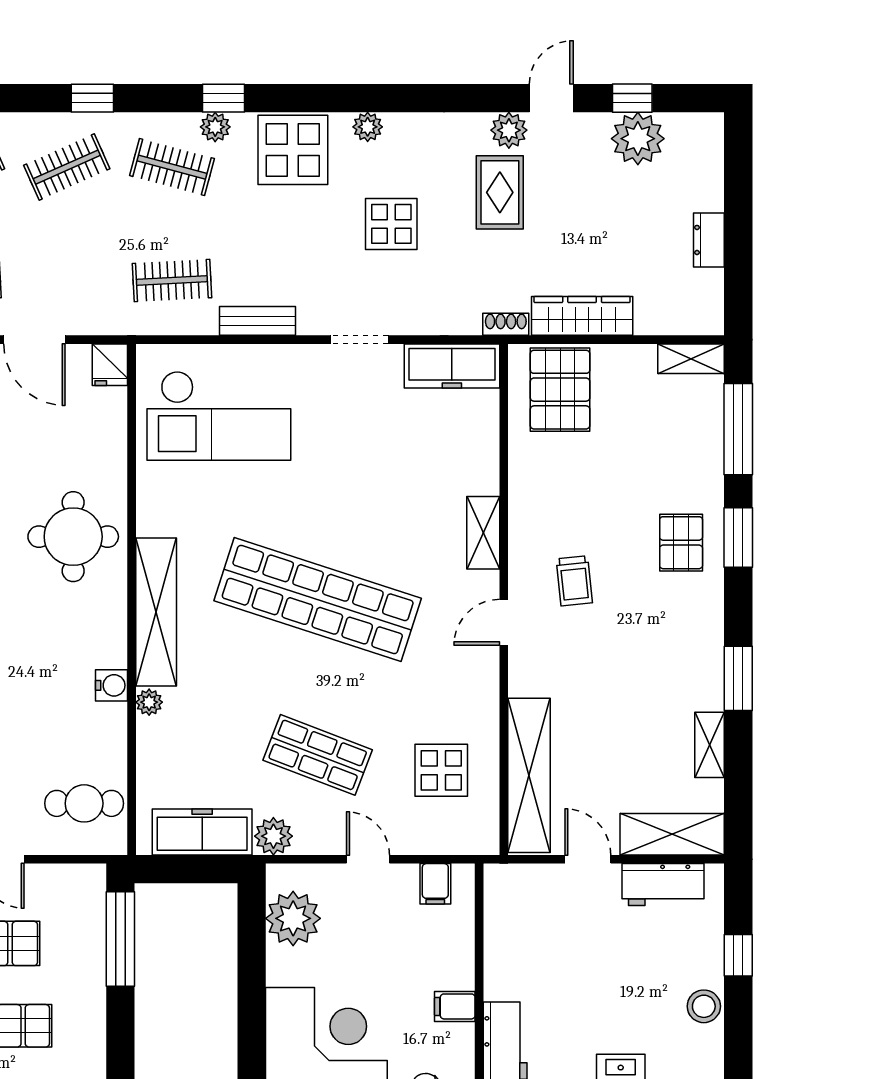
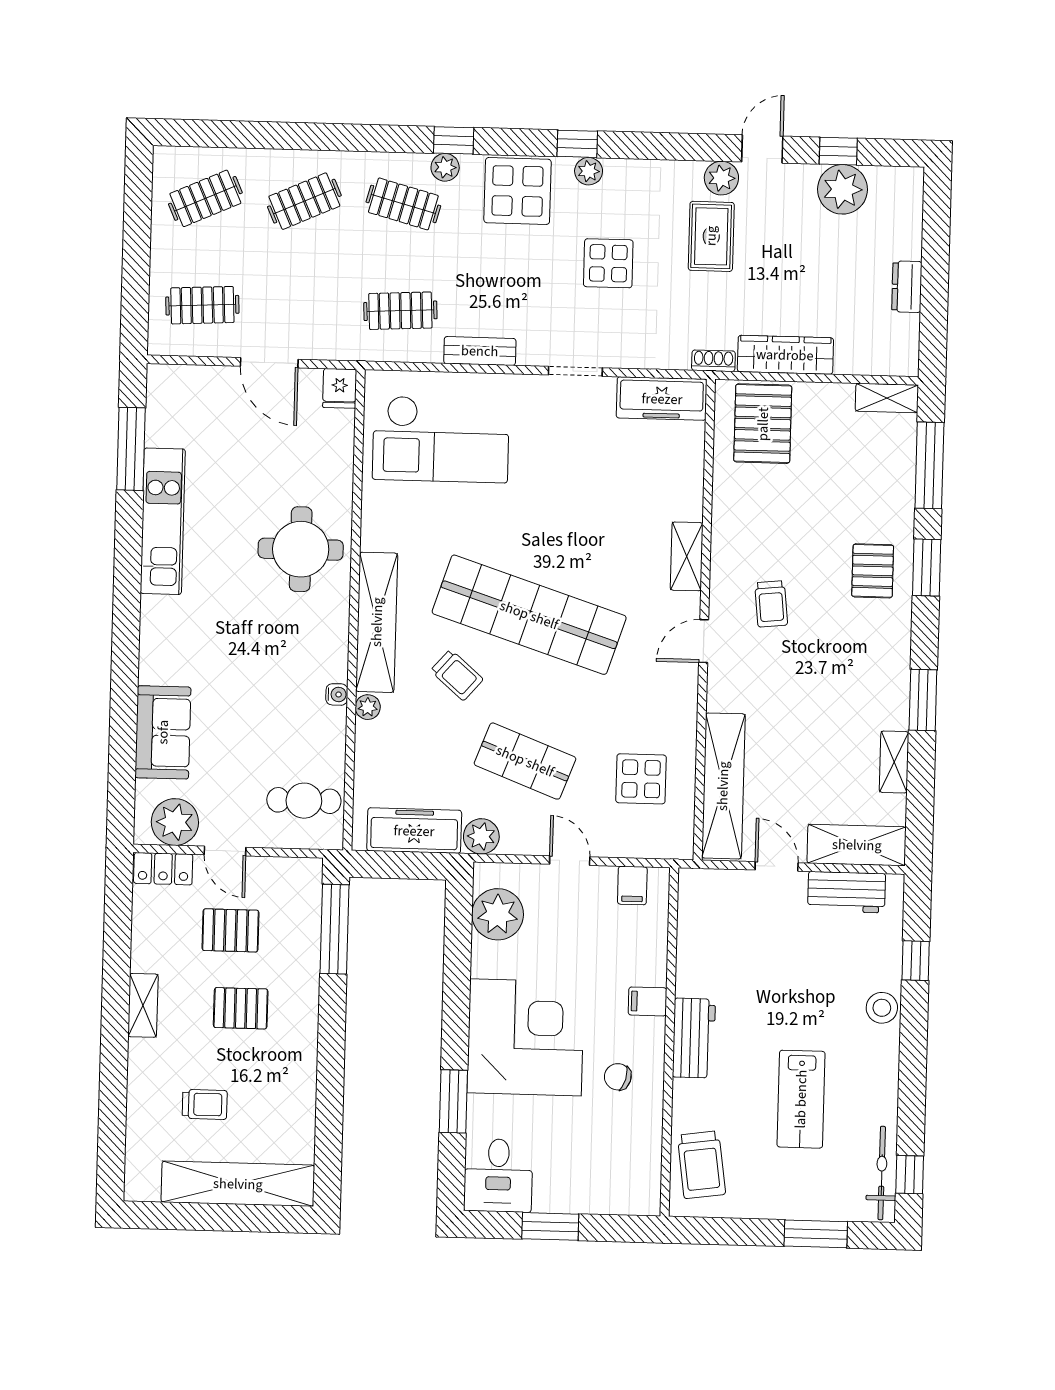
window: (92, 98) -> (577, 144), moved
trolley: (243, 666) -> (457, 675), added
water cooler: (112, 685) -> (337, 694), width x0.72, depth x0.72

